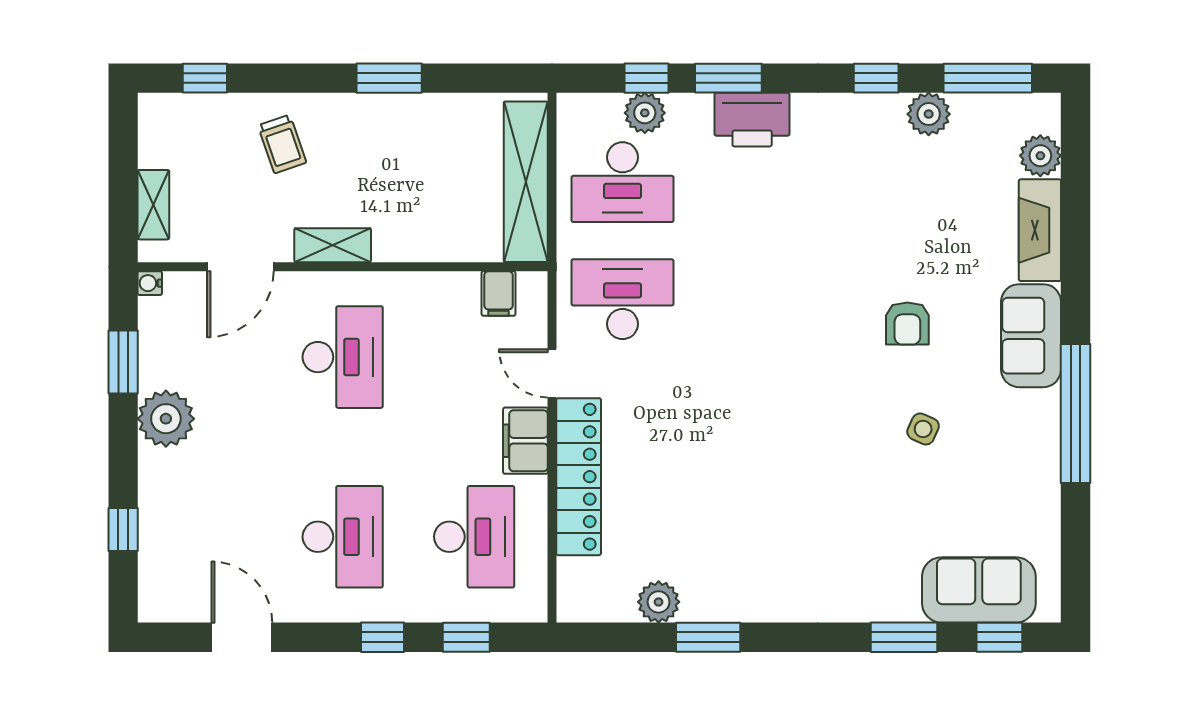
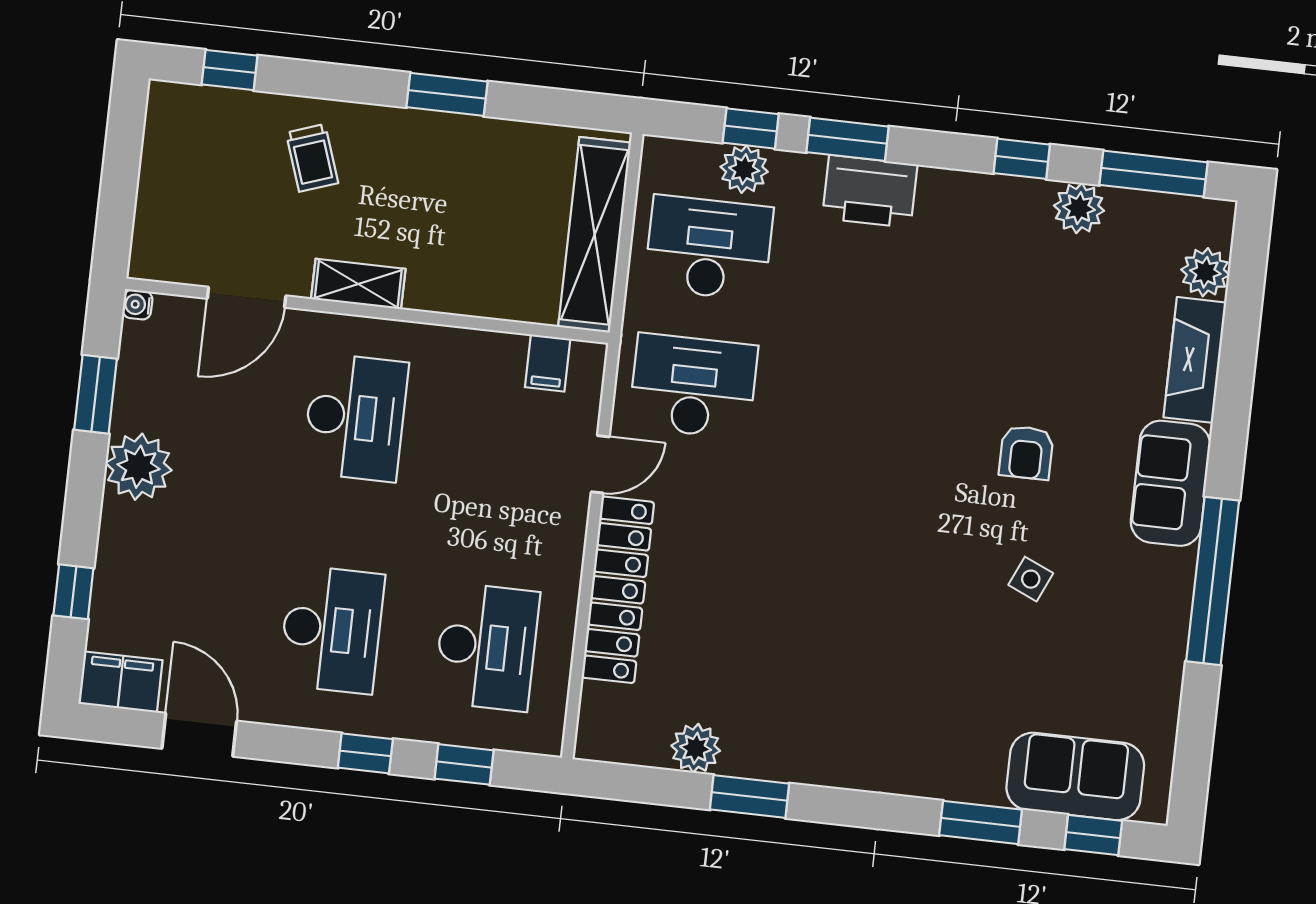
desk: (623, 182) -> (709, 248), turned 180
shelving: (153, 205) -> (152, 213), removed
door: (552, 373) -> (600, 464), swing flipped
filing cabinet: (525, 441) -> (121, 682), moved, turned 90

